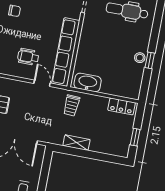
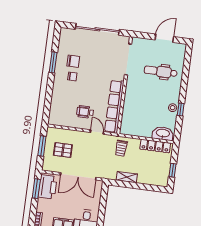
washbasin: (88, 82) -> (163, 133), moved
locker: (122, 106) -> (155, 146), width x1.53

